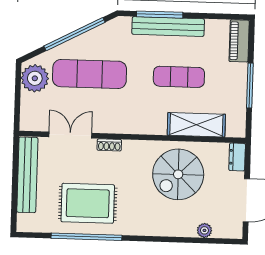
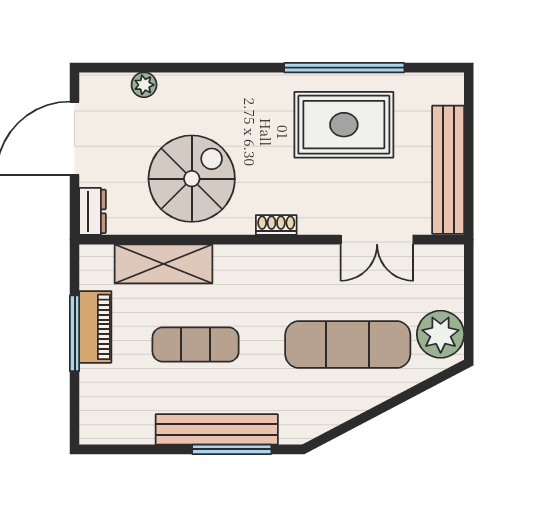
window: (74, 34) -> (375, 411), removed
piano: (239, 41) -> (95, 327), moved
shoe rack: (109, 145) -> (276, 225), moved

